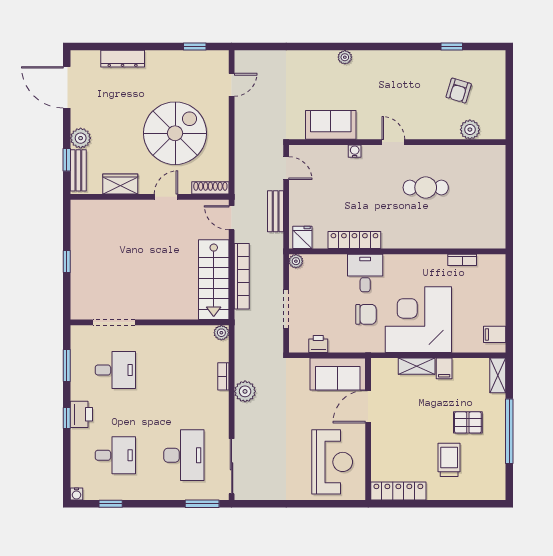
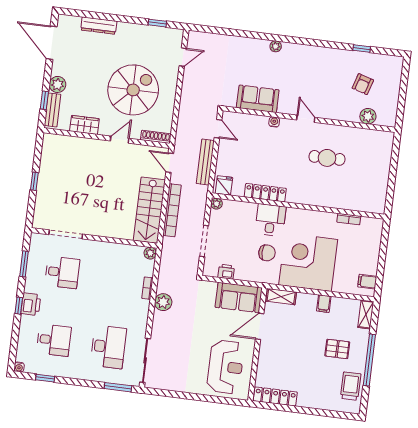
bench: (276, 211) -> (205, 162), width x1.36
shelving: (417, 366) -> (281, 297), moved
trolley: (449, 460) -> (351, 386), moved

